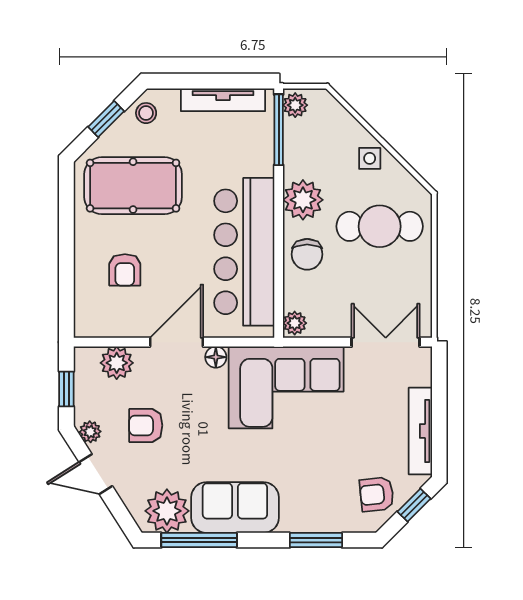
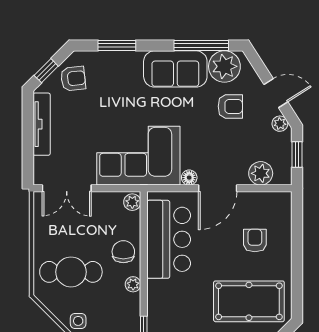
plant: (303, 200) -> (133, 284), width x0.53, depth x0.53
bar counter: (244, 252) -> (169, 239), width x0.73
armchair: (146, 425) -> (230, 106), moved

